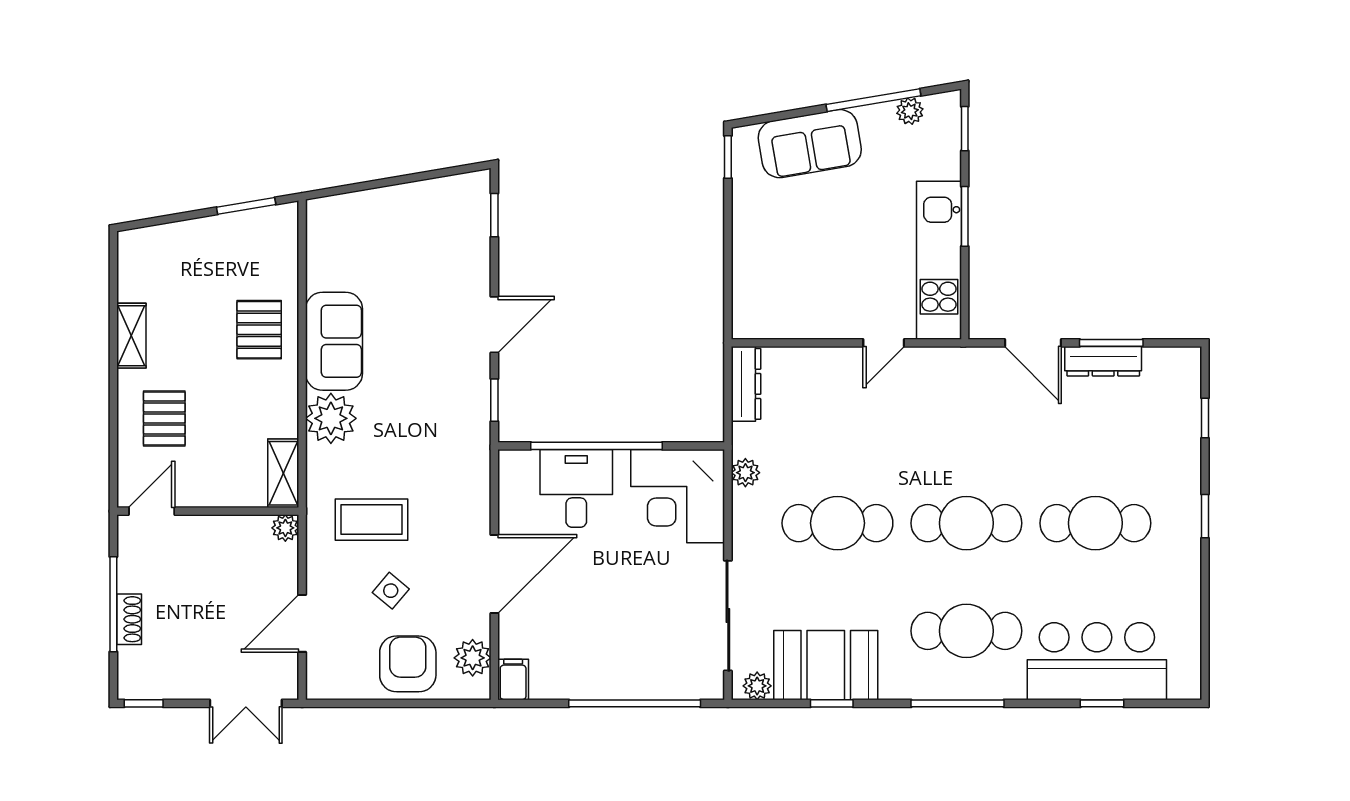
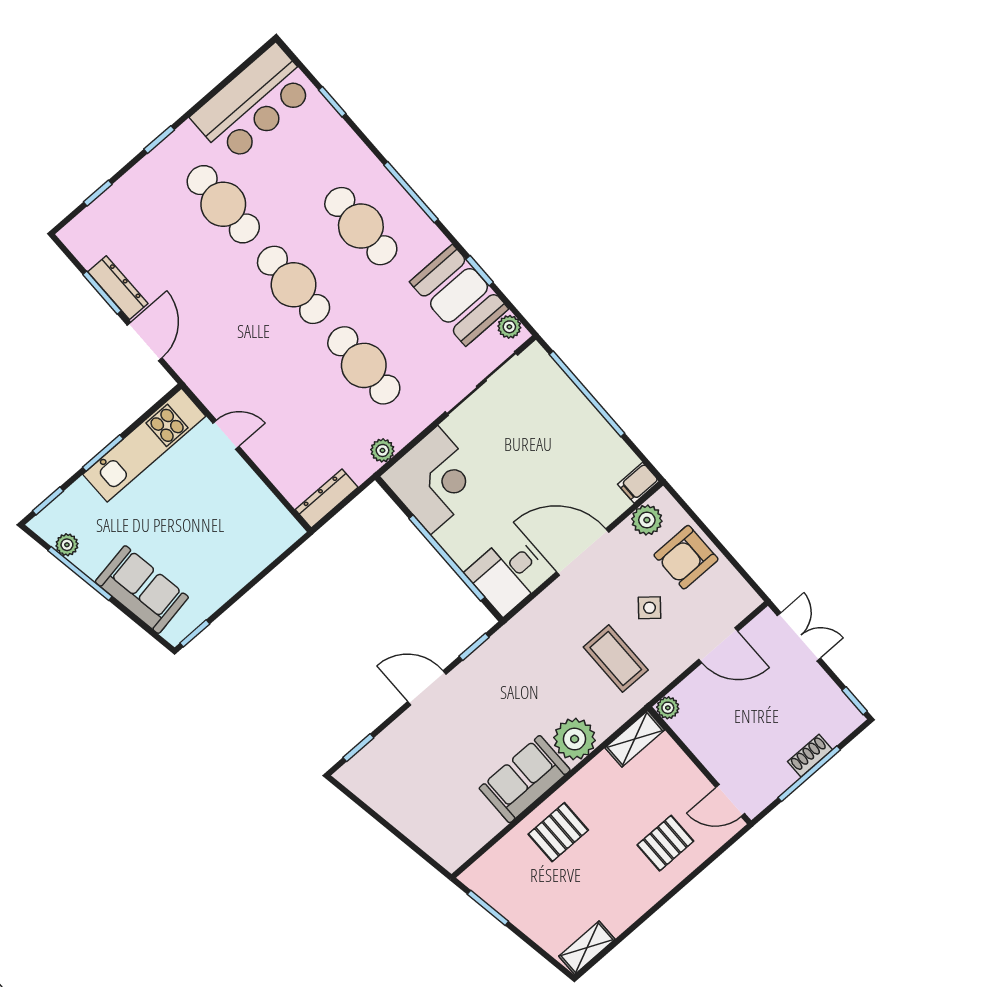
shelving: (131, 336) -> (587, 948), moved
desk: (576, 488) -> (508, 574), moved
bar counter: (1097, 661) -> (253, 104), moved, turned -90

